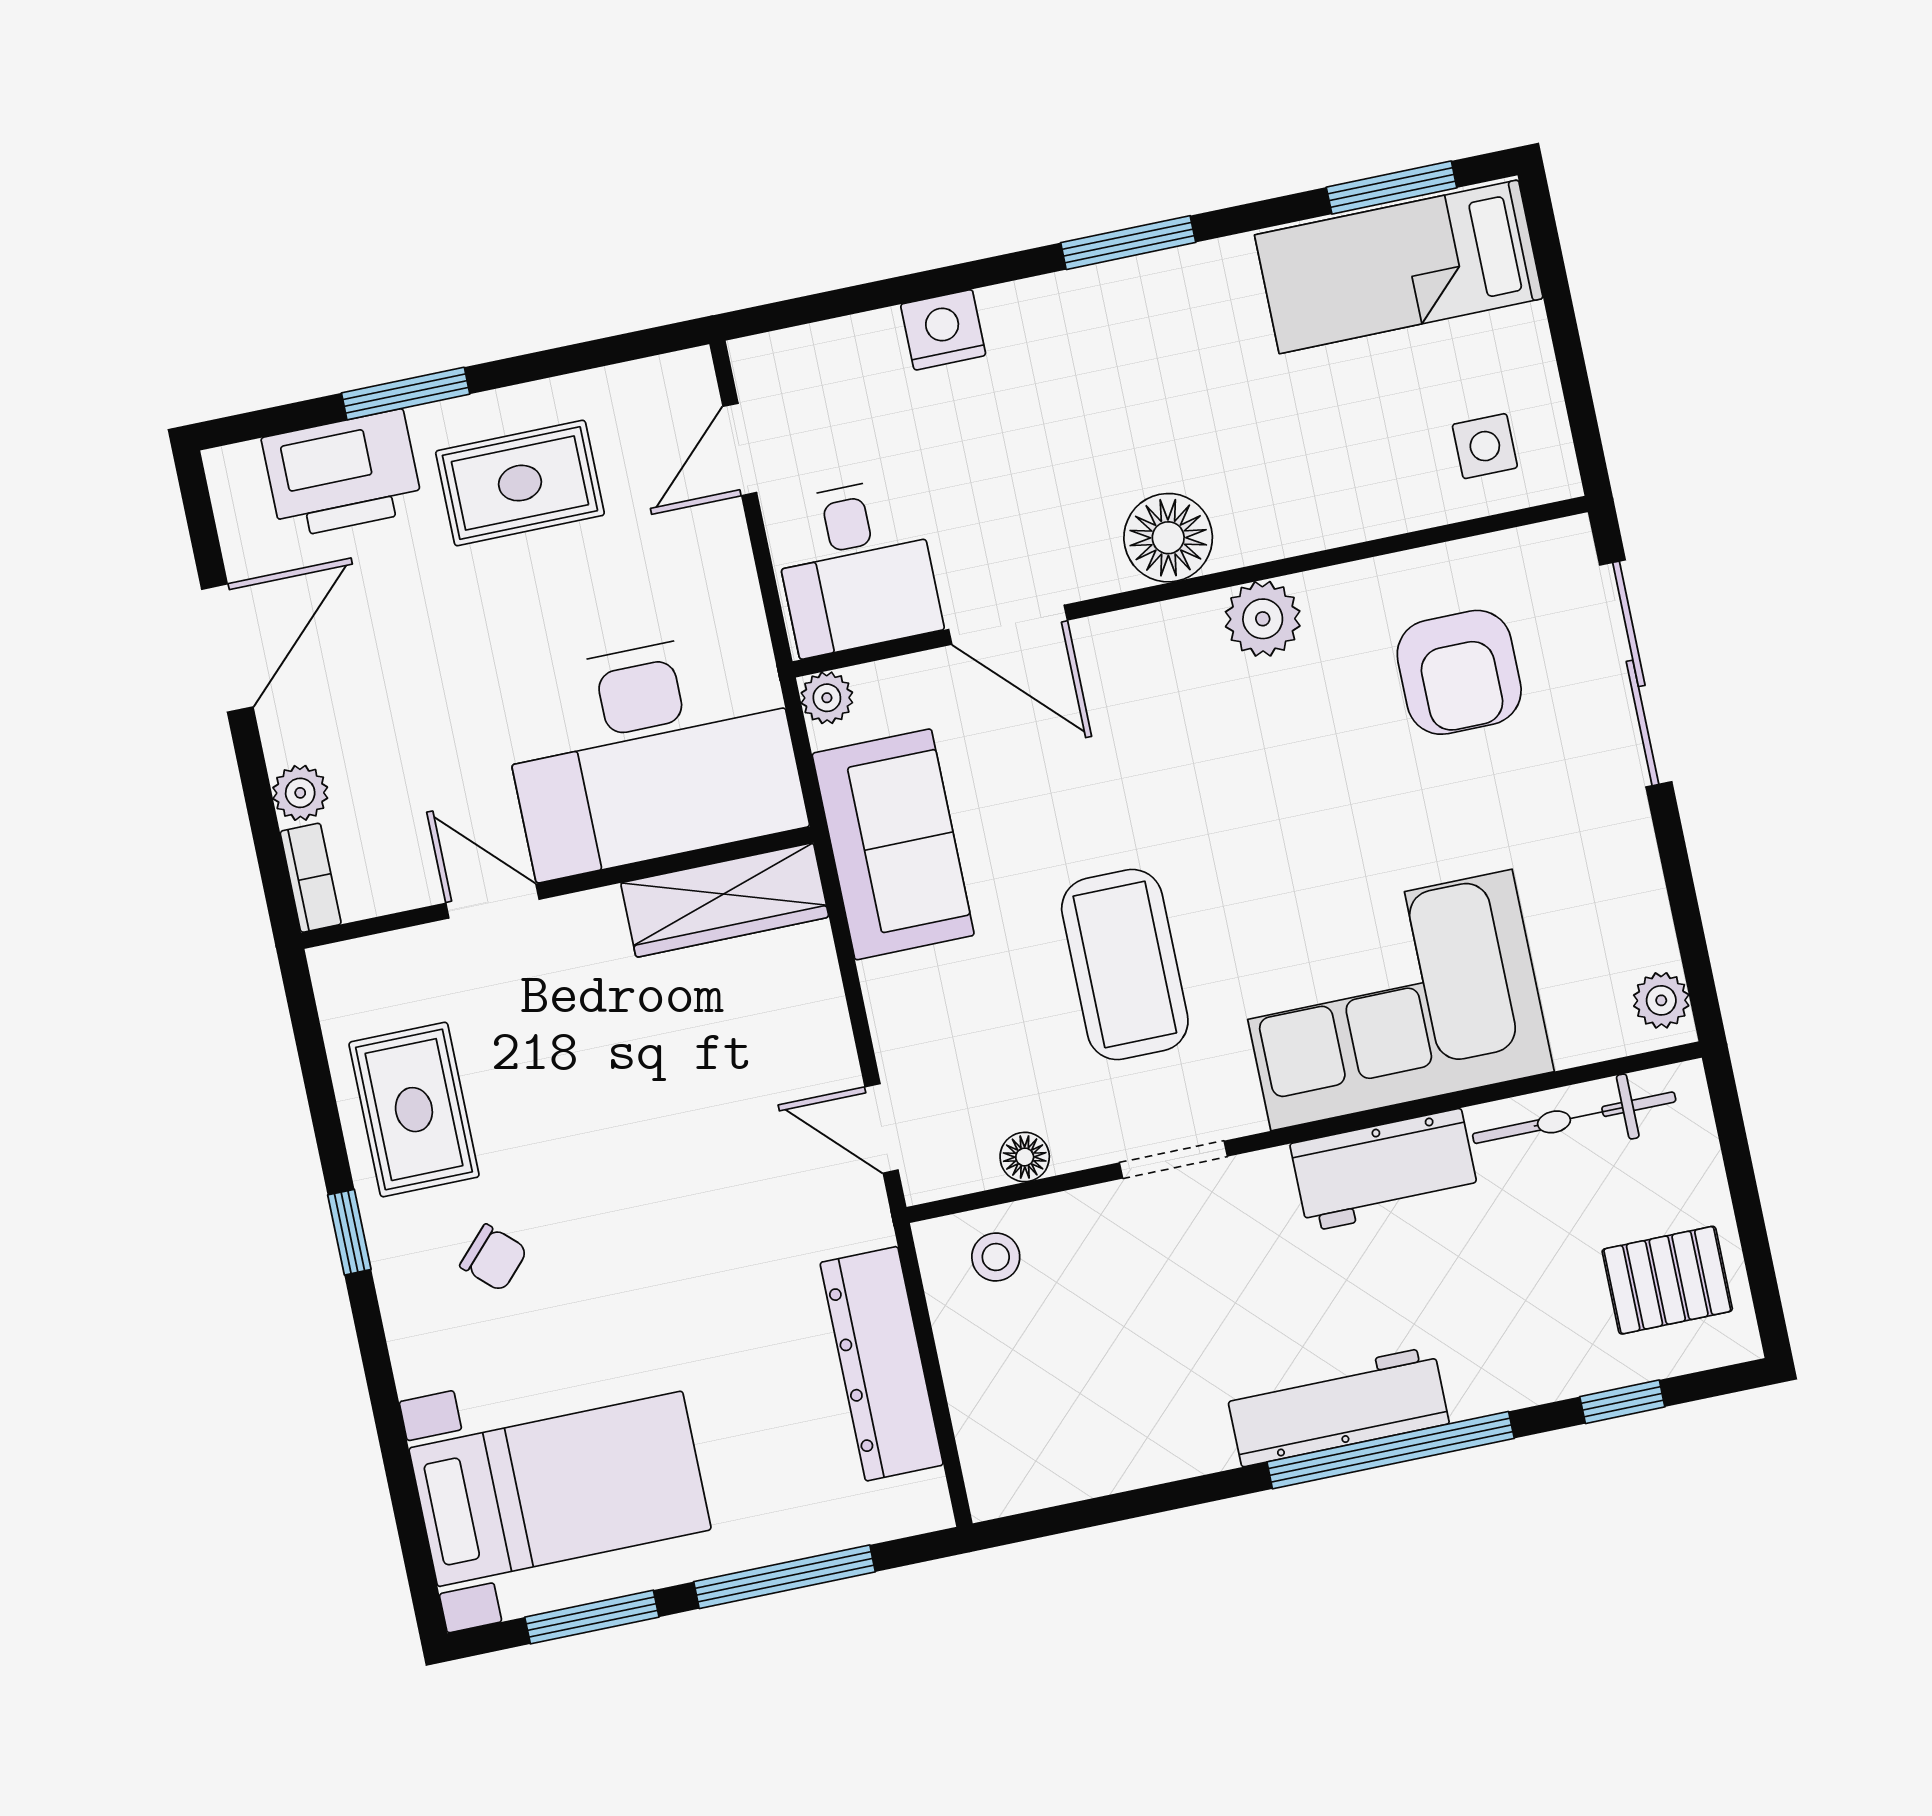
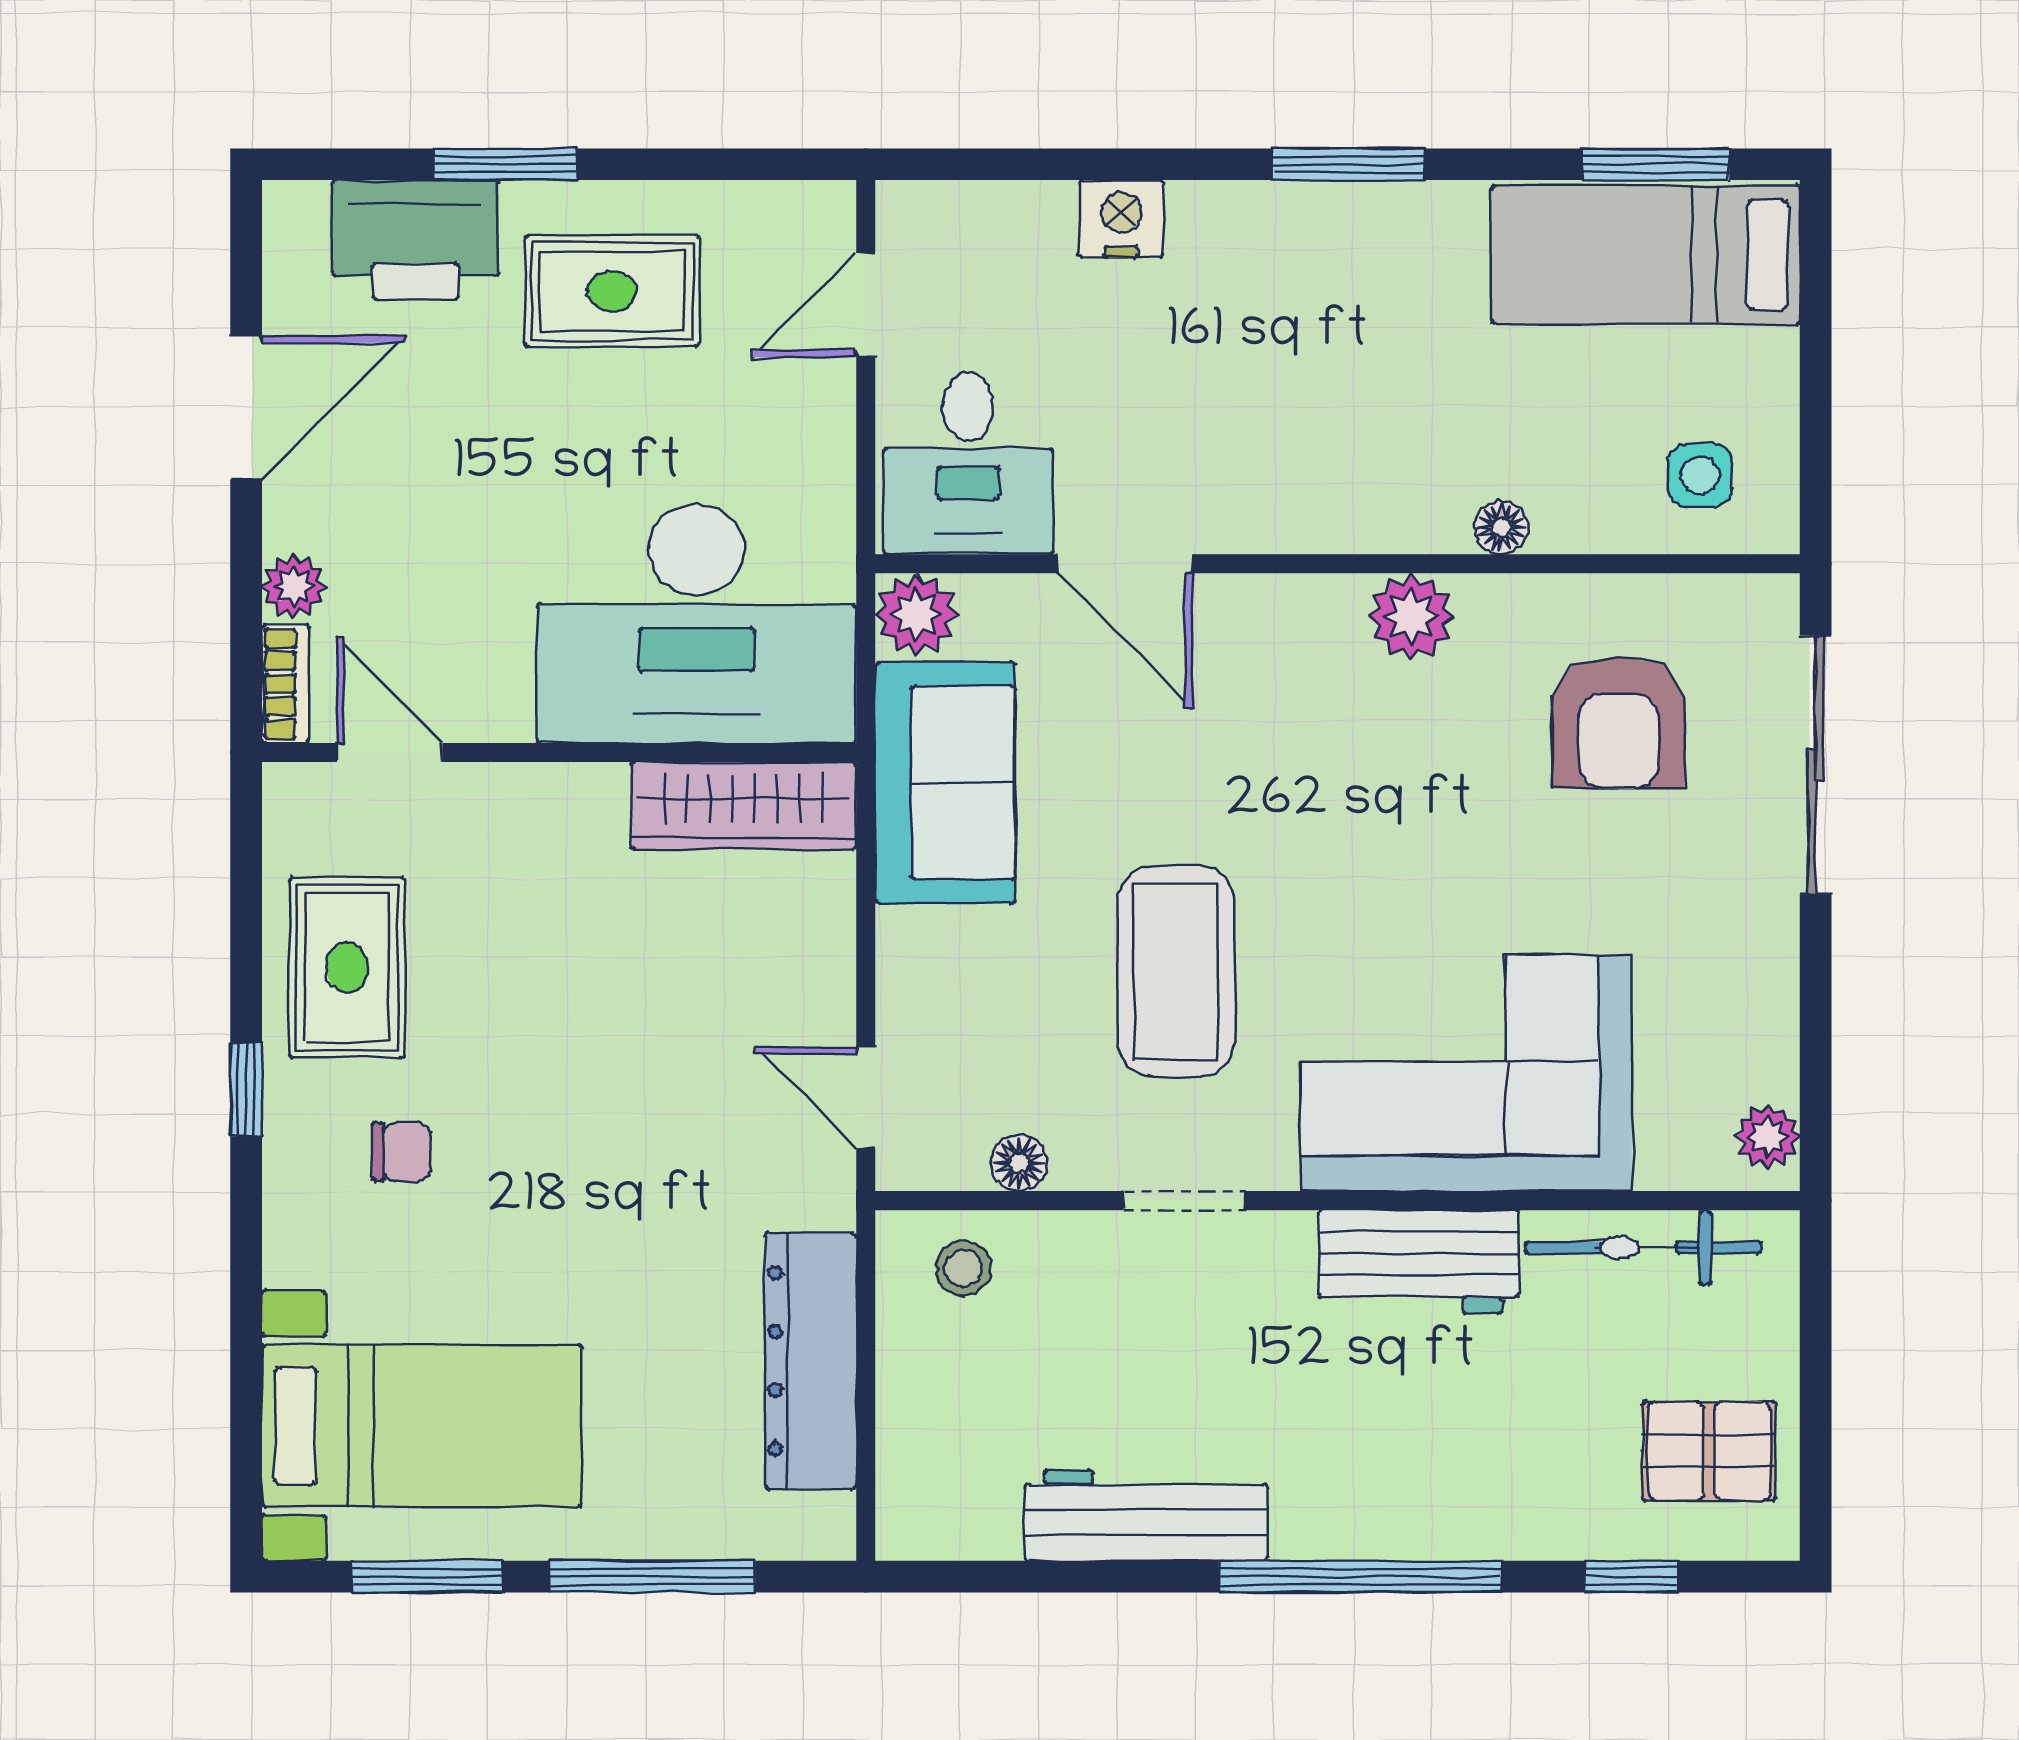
floor lamp: (1168, 538) -> (1501, 527), moved, width x0.53, depth x0.53
plant: (827, 698) -> (916, 614), width x1.38, depth x1.38
door: (492, 901) -> (390, 752), moved
chair: (494, 1258) -> (402, 1152), turned -43
workbench: (1338, 1406) -> (1146, 1515), moved

